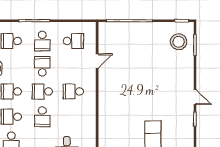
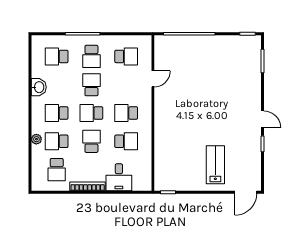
stool: (178, 42) -> (244, 57), removed
school desk: (42, 117) -> (91, 141), turned 180
school desk: (73, 117) -> (126, 141), added

